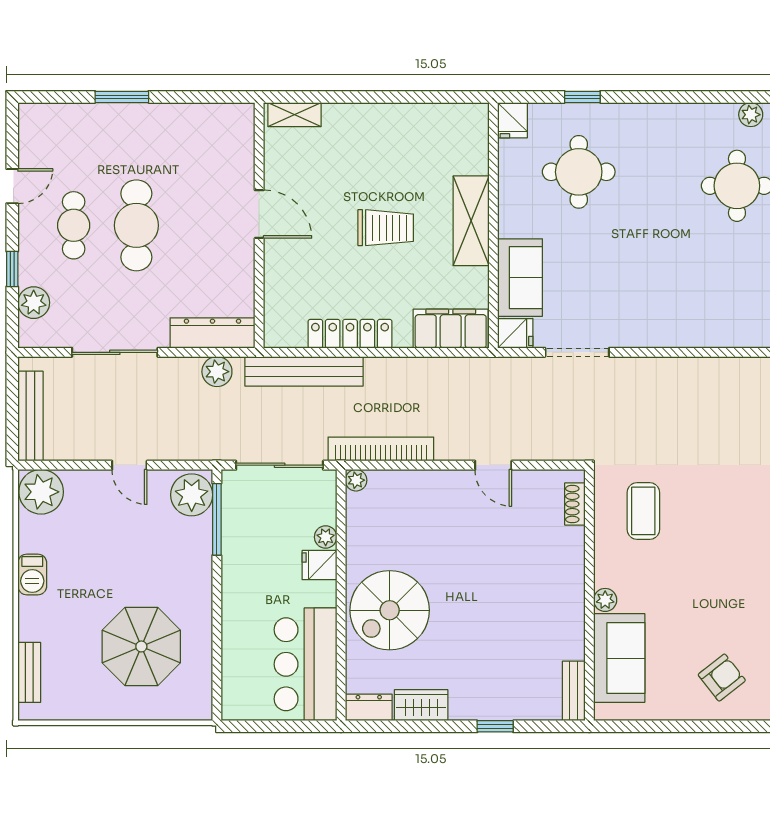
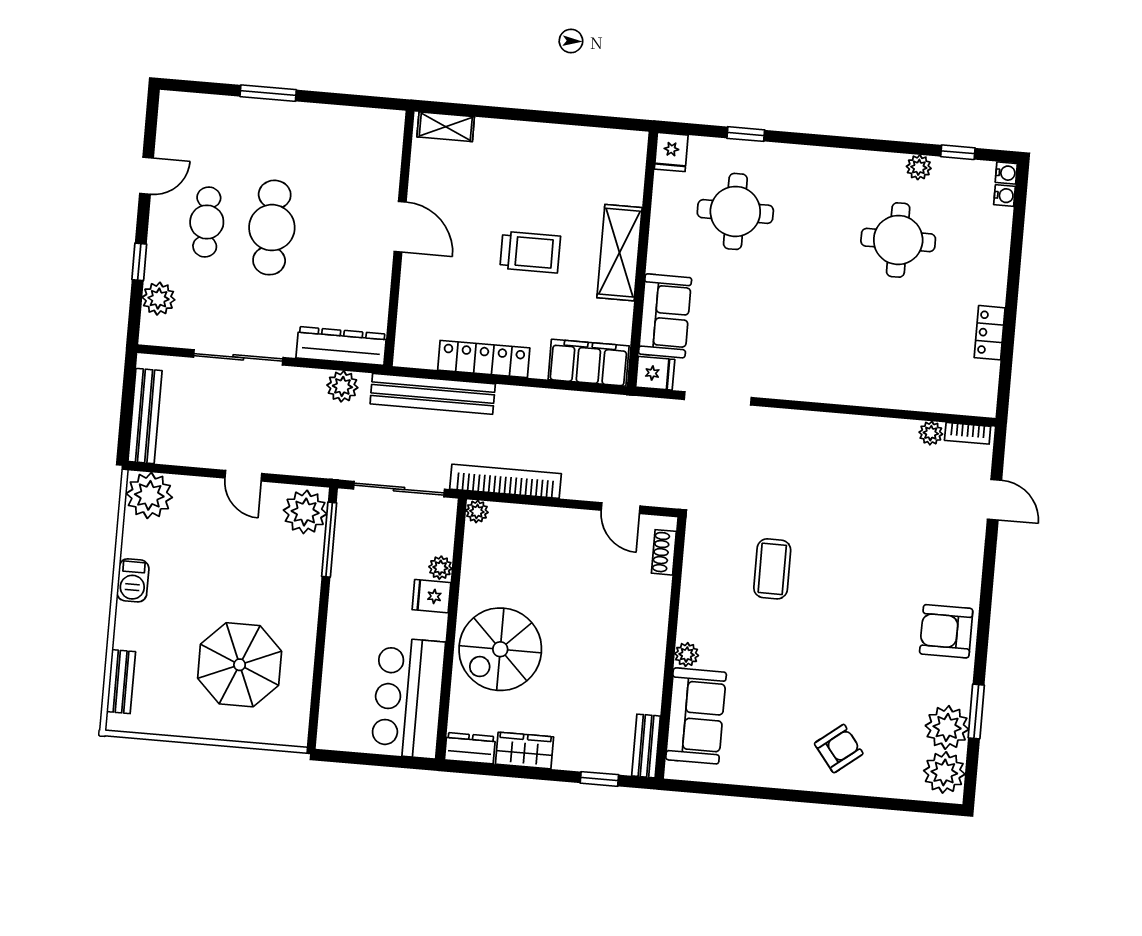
shoe rack: (575, 504) -> (664, 552), moved
wall: (589, 595) -> (671, 648), moved
plant: (605, 600) -> (687, 654), moved
sofa: (619, 658) -> (696, 716), moved
bench: (574, 691) -> (646, 746), moved

